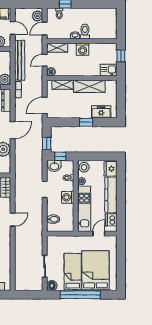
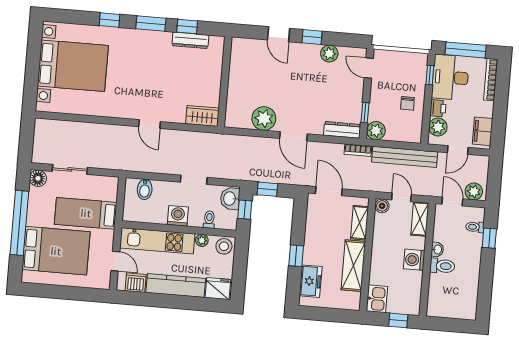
bed: (73, 272) -> (86, 213), moved, turned 180

